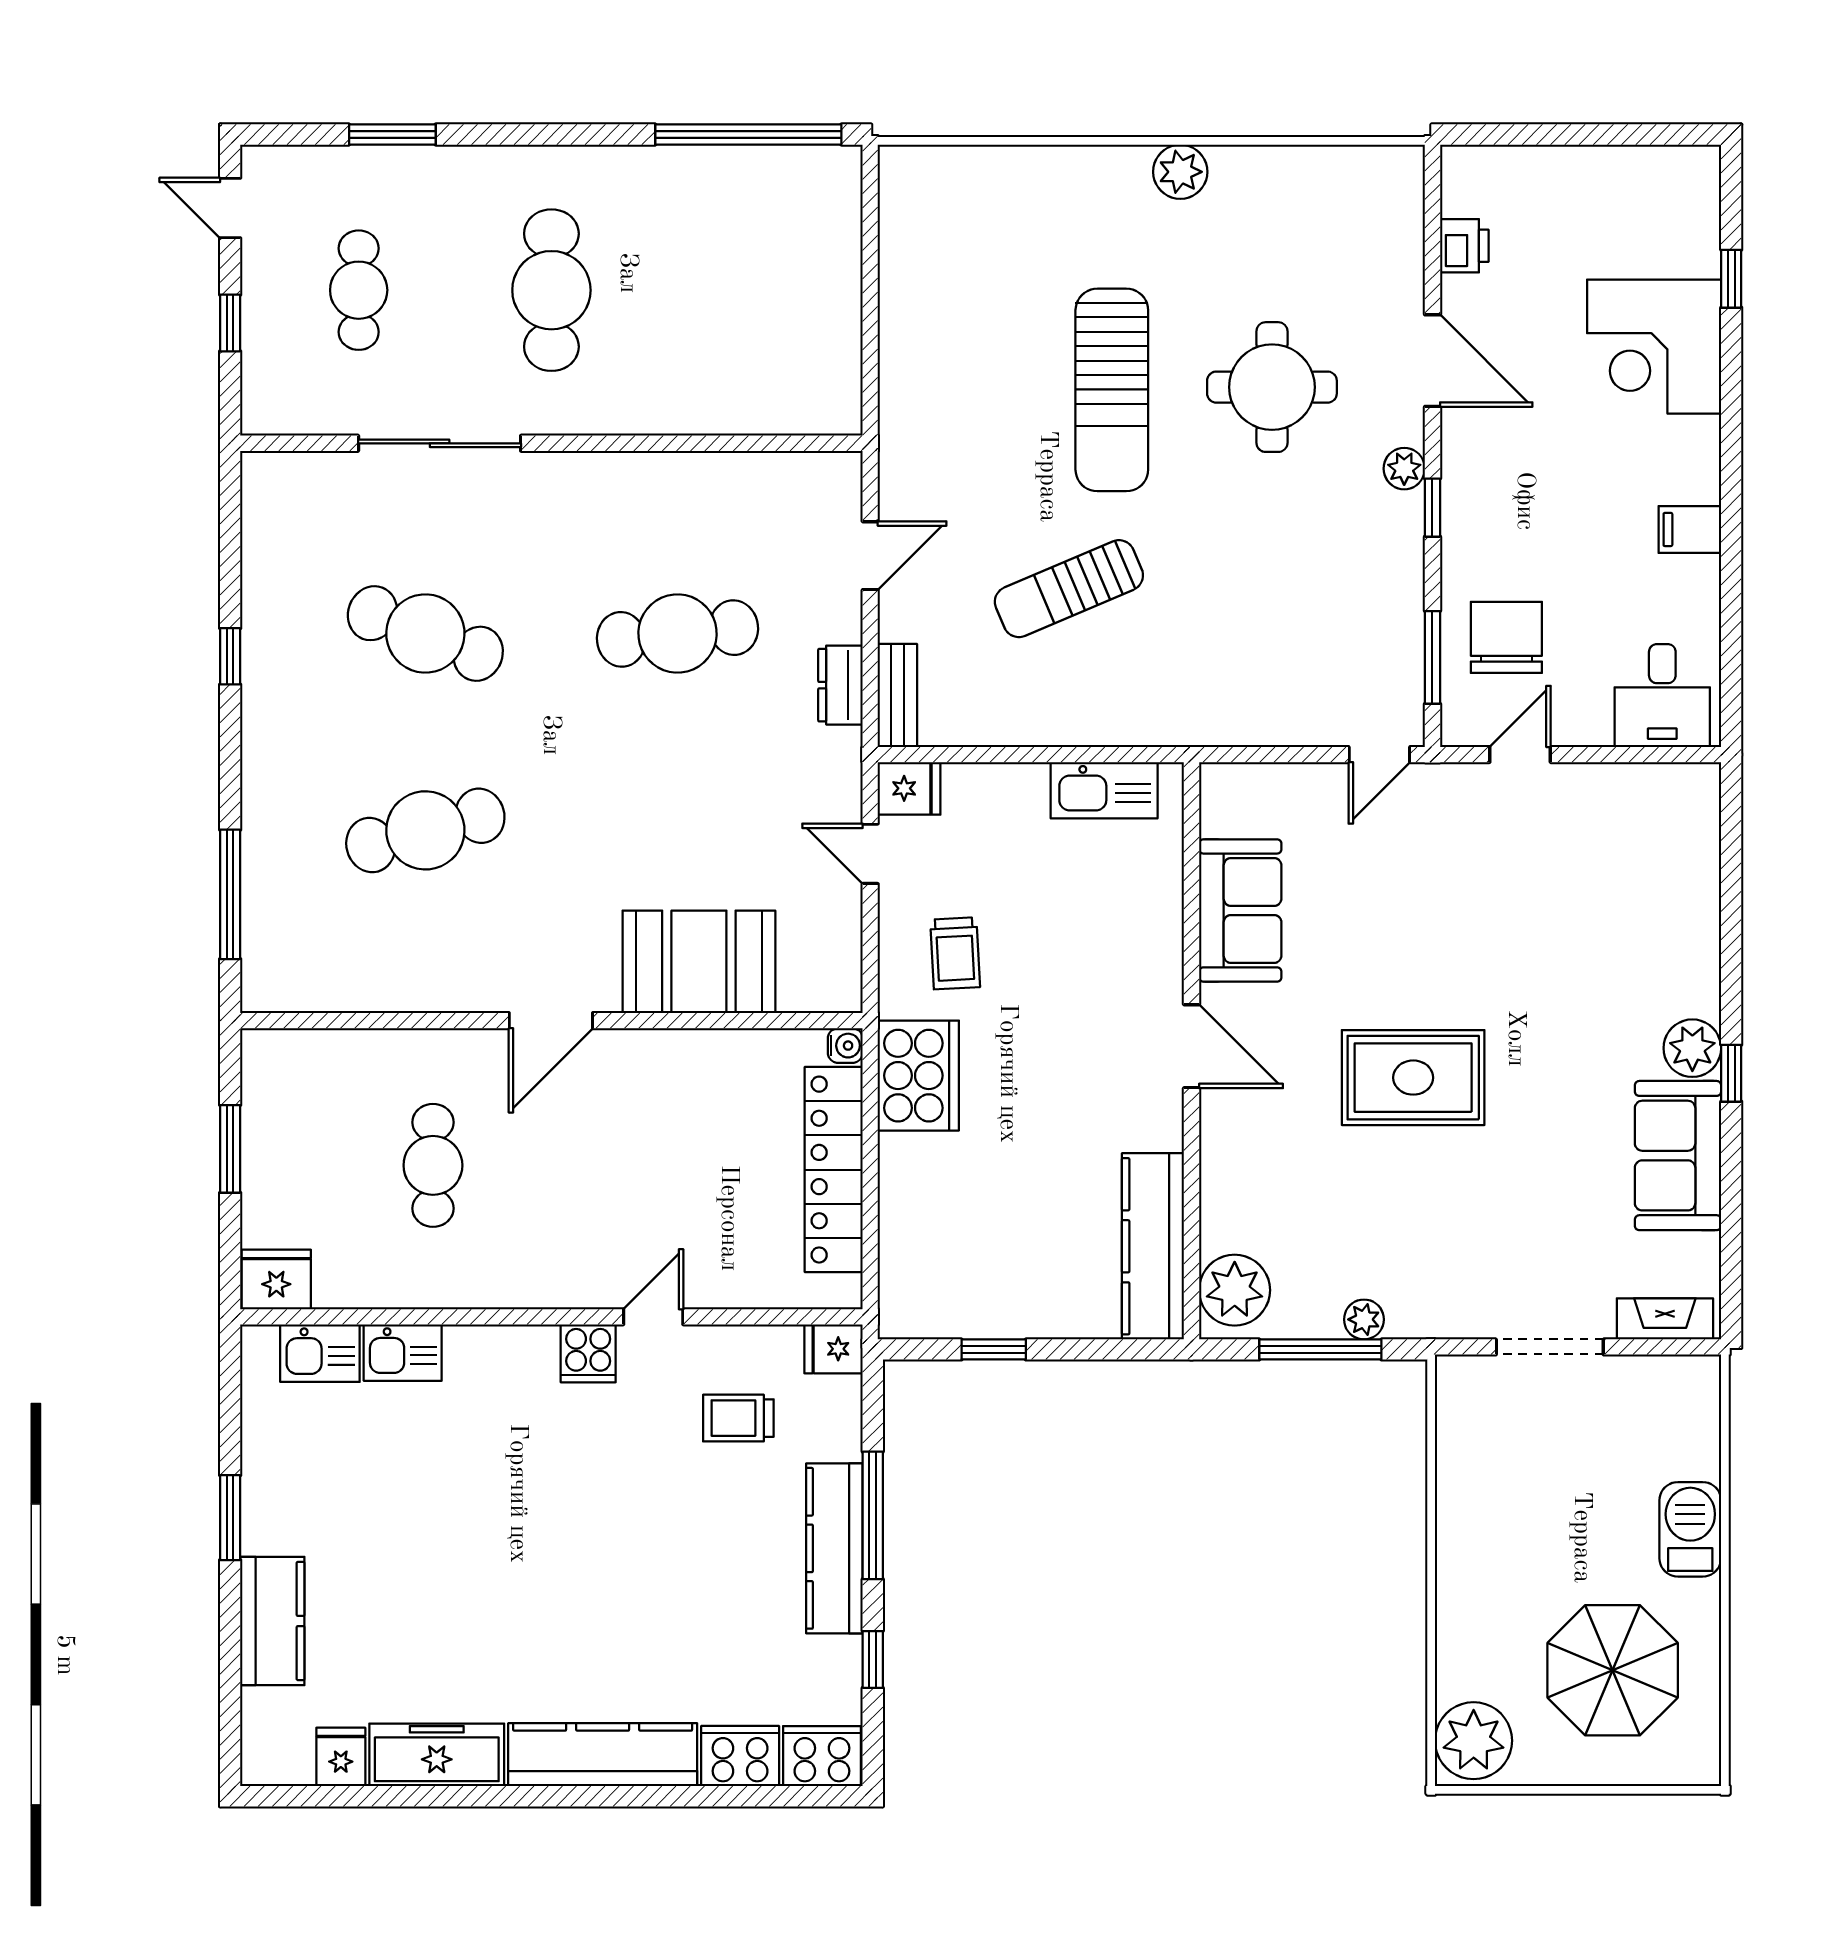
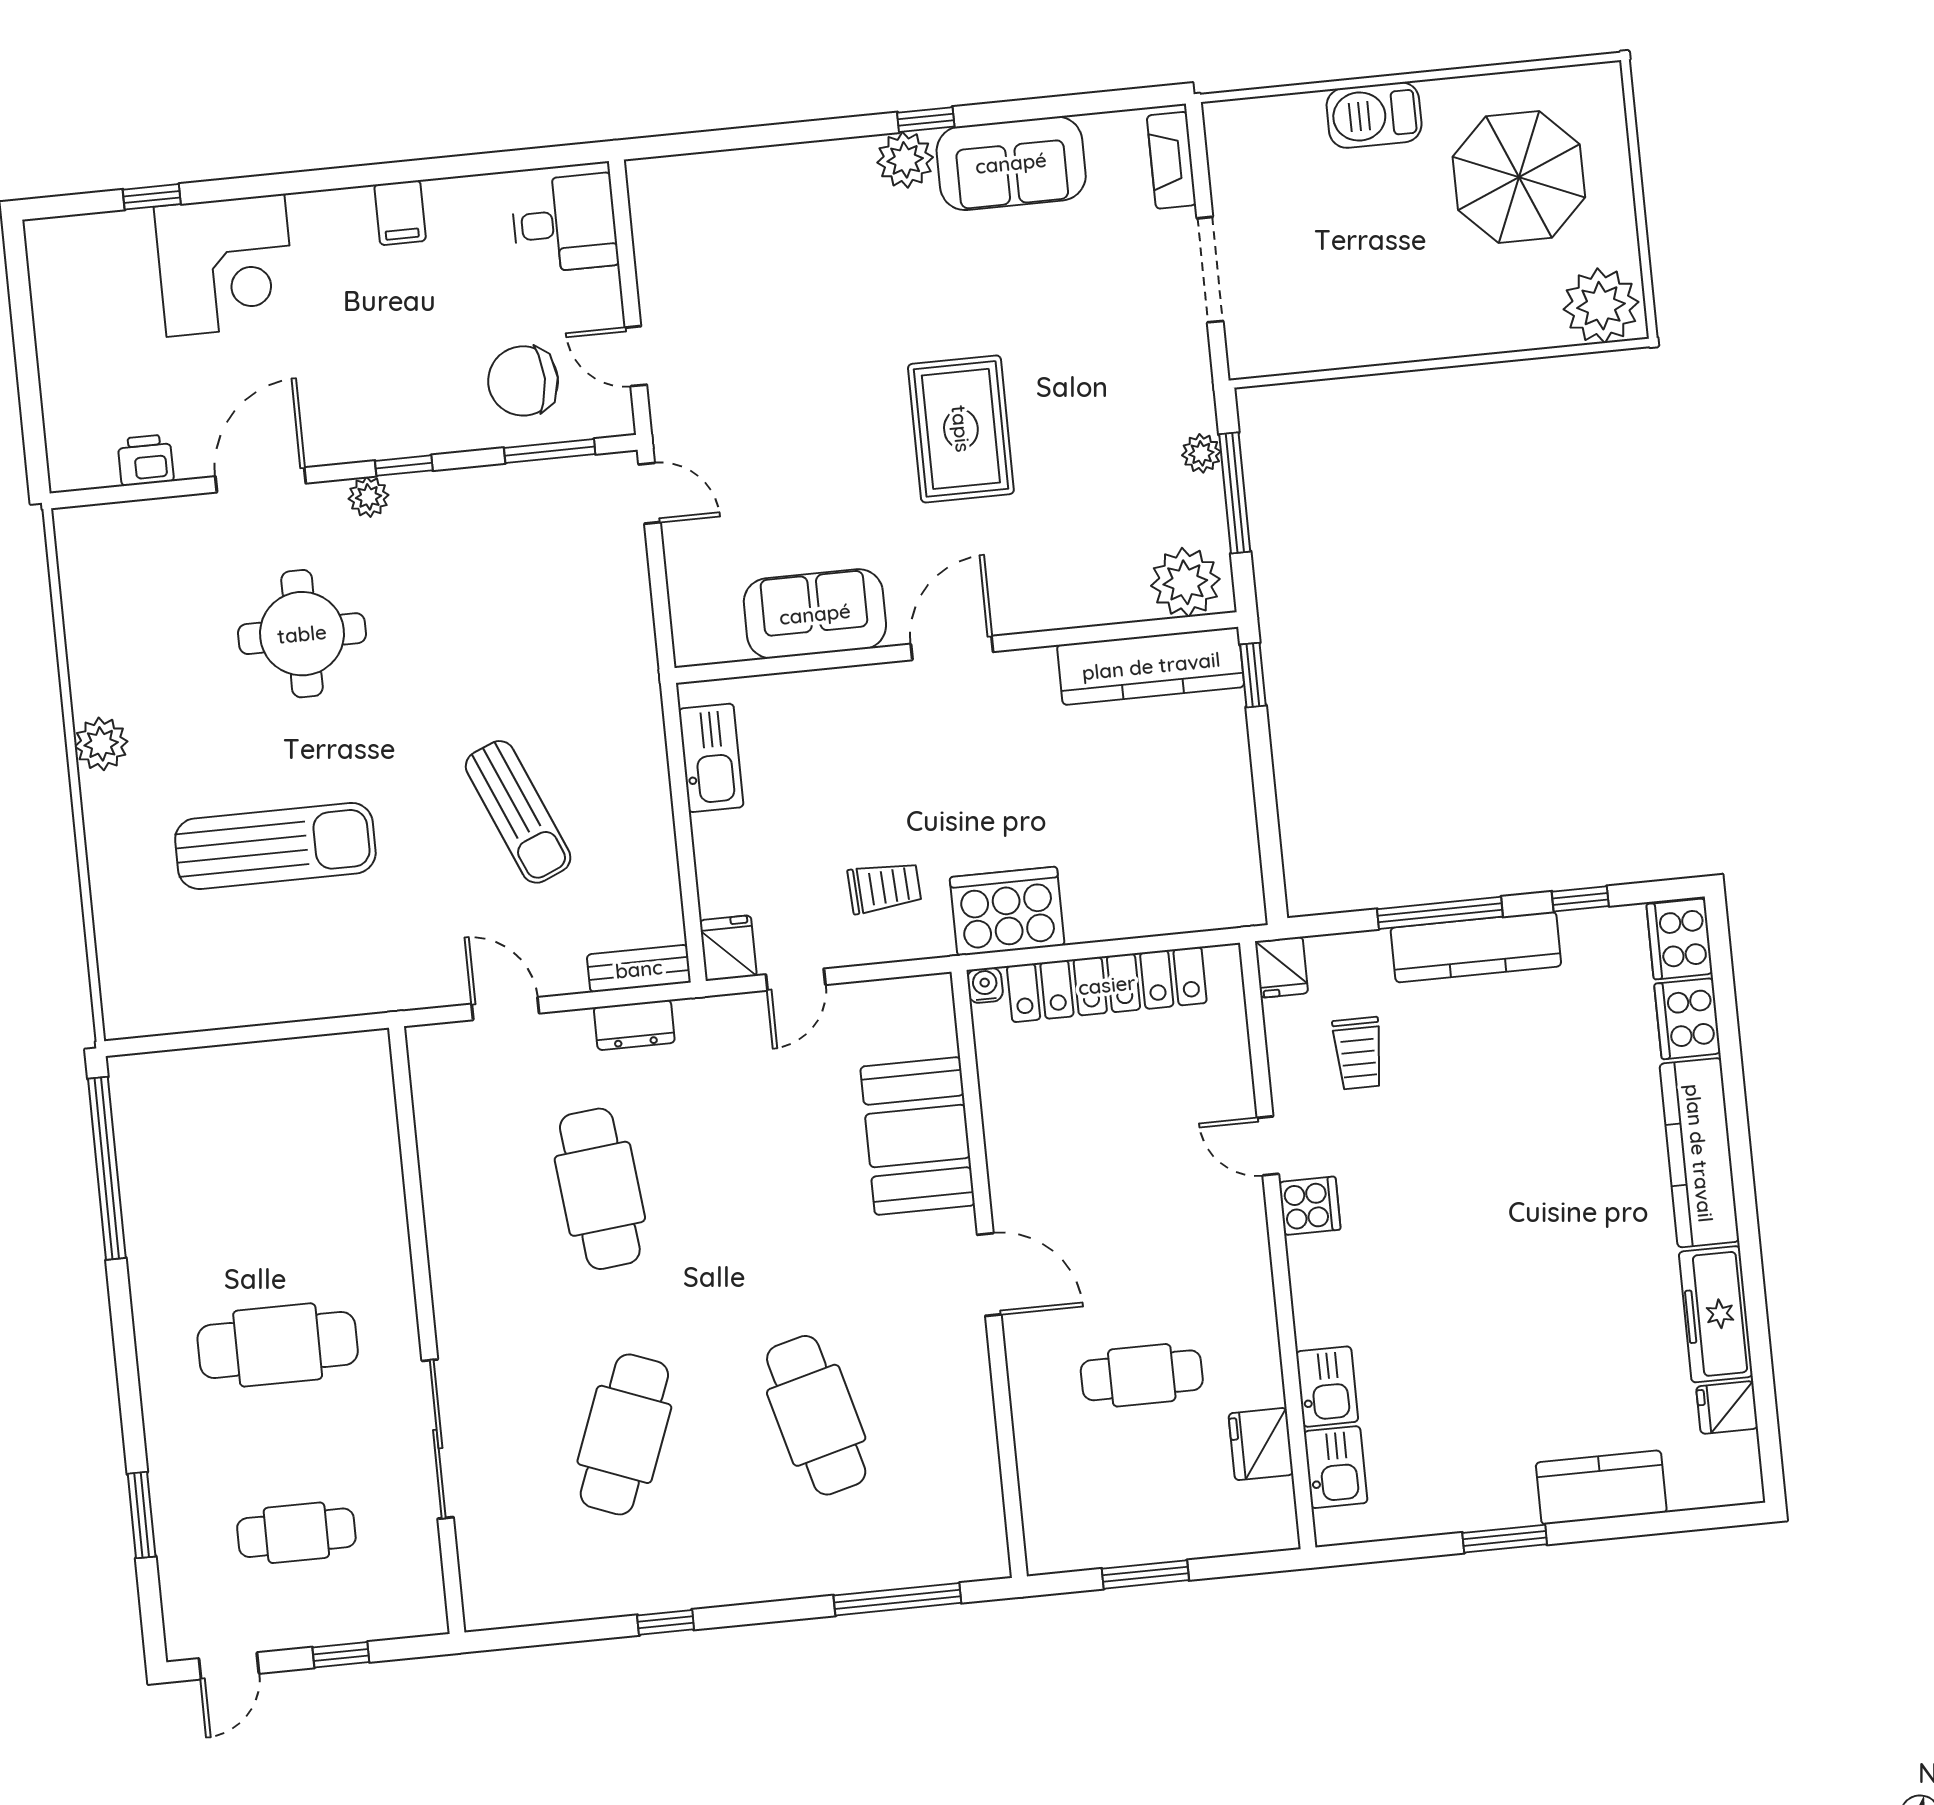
sun lounger: (1112, 390) -> (275, 846), moved
fridge: (276, 1279) -> (1261, 1444), moved
window: (994, 1349) -> (1253, 675), moved

